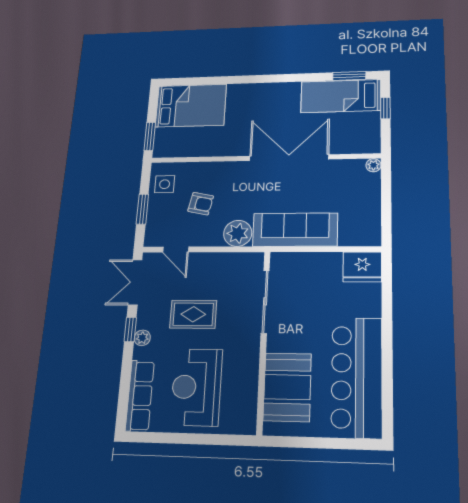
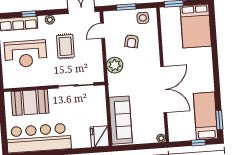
sofa: (295, 230) -> (121, 120), moved
window: (130, 330) -> (29, 14), moved
reception desk: (196, 387) -> (26, 54), turned 180

